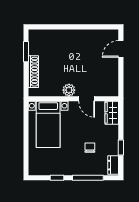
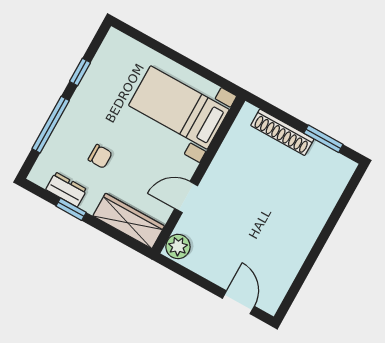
plant: (69, 90) -> (178, 247), moved
wardrobe: (112, 113) -> (129, 221), width x1.50
dresser: (113, 165) -> (66, 189), moved

